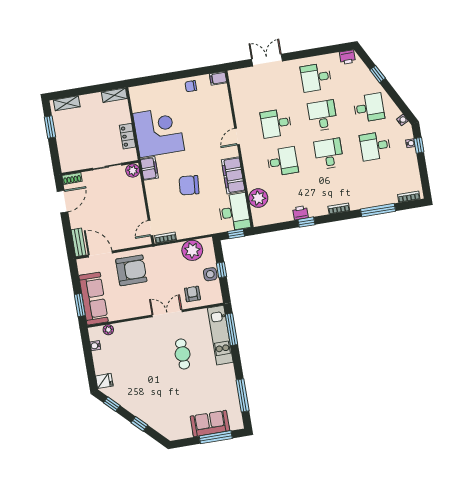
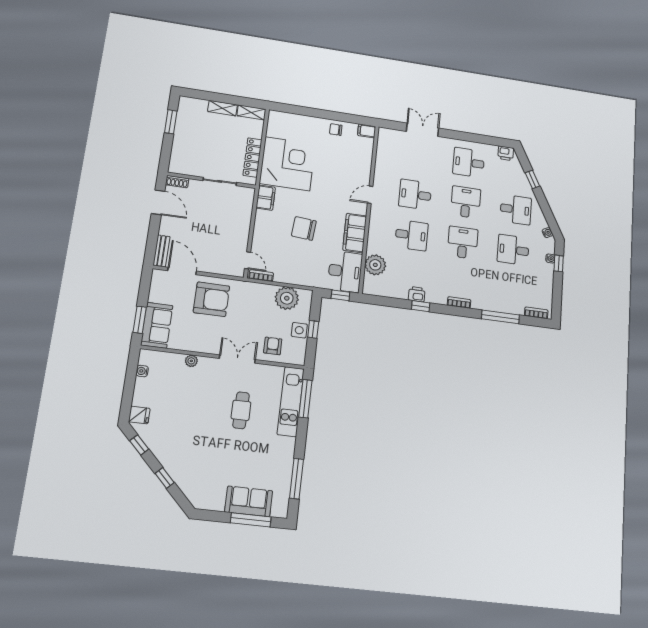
shelving: (67, 103) -> (222, 108), moved
locker: (128, 136) -> (252, 158), width x1.53
plant: (133, 171) -> (247, 194), removed
door: (62, 202) -> (158, 202), hinge flipped
door: (150, 228) -> (248, 260), swing flipped
sofa: (94, 299) -> (157, 325), width x0.73
plant: (108, 330) -> (191, 361), moved

